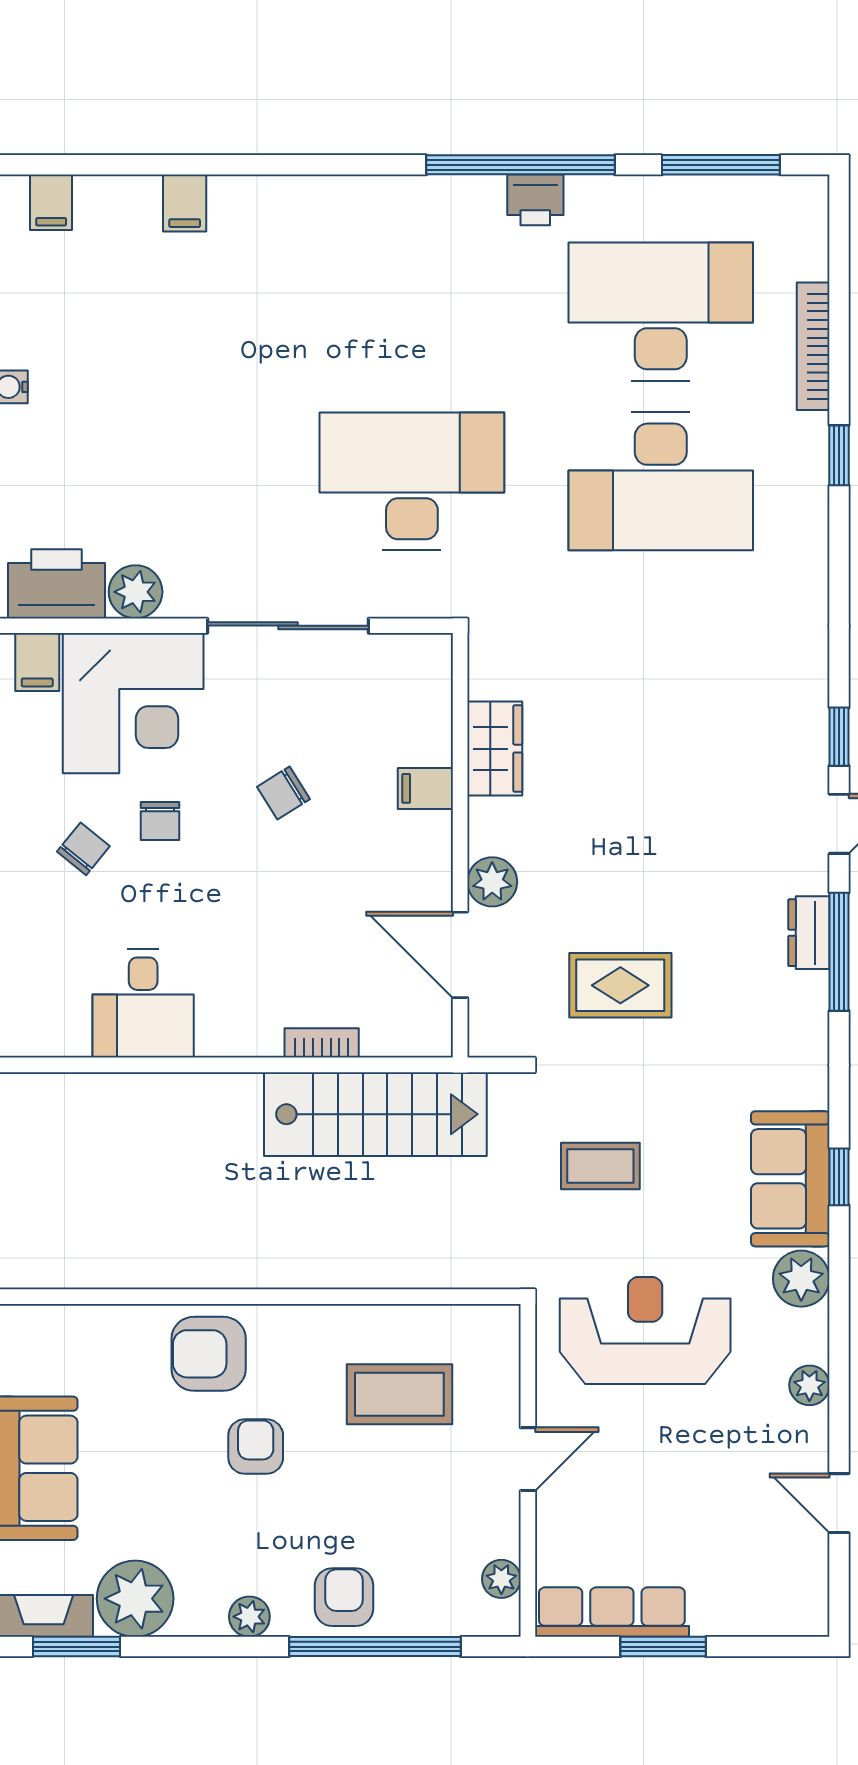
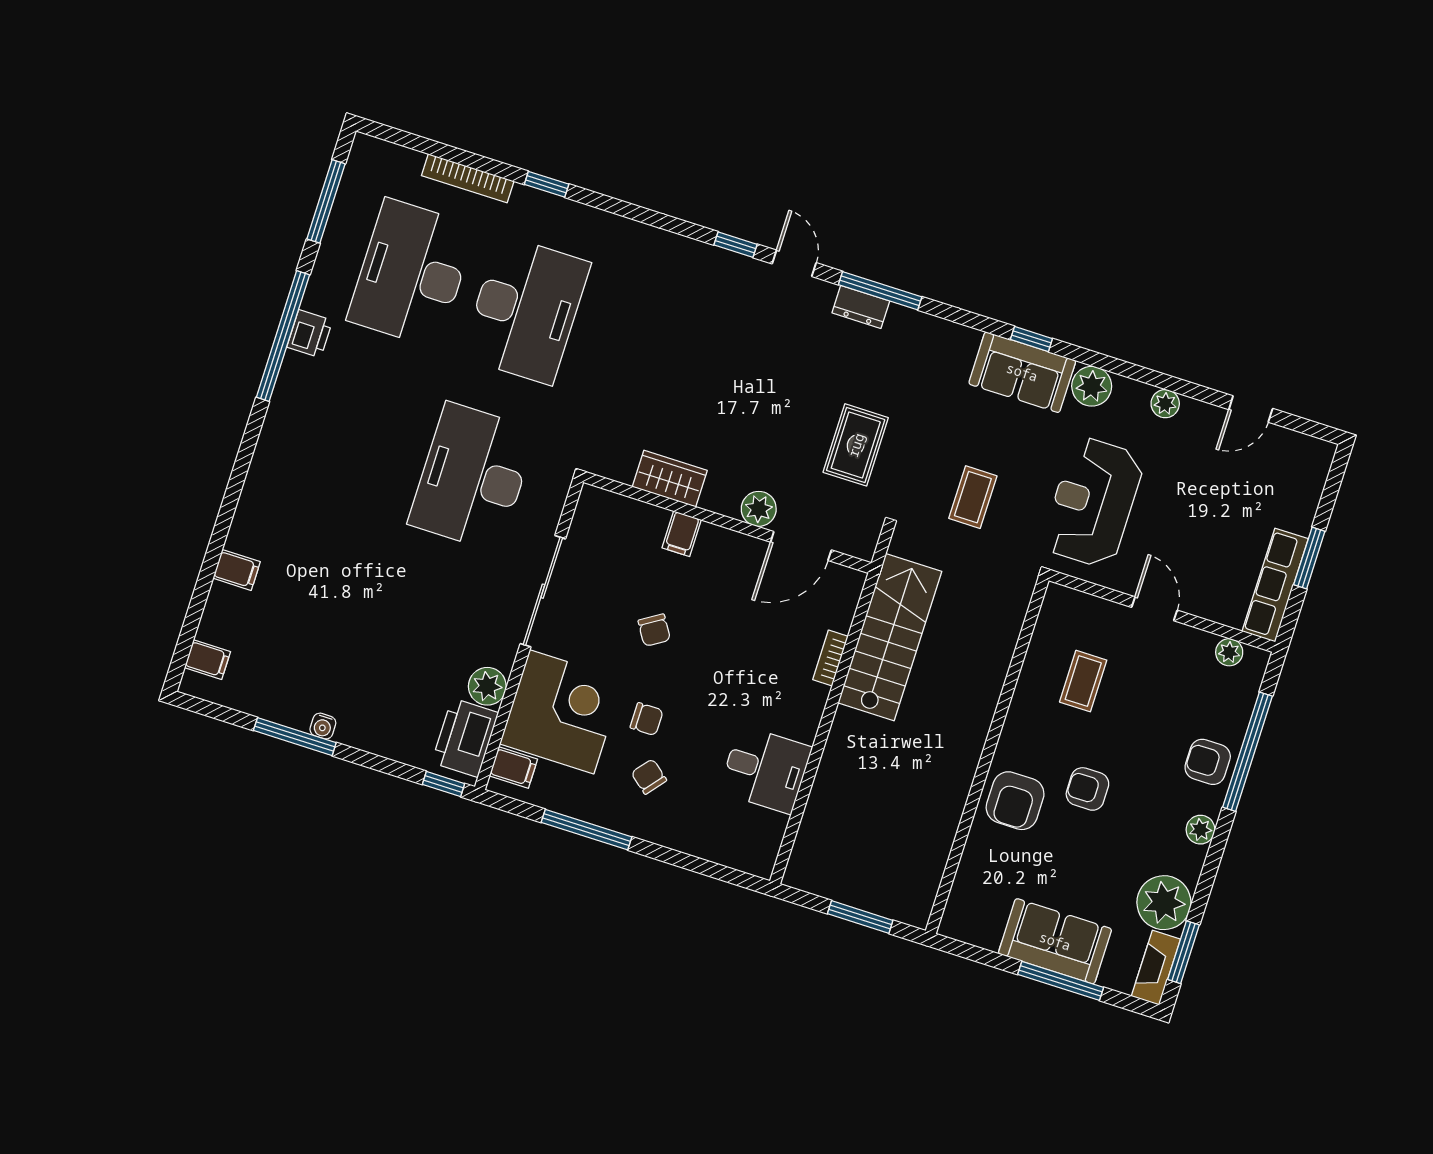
coffee table: (399, 1394) -> (1083, 681), width x0.73, depth x0.77

